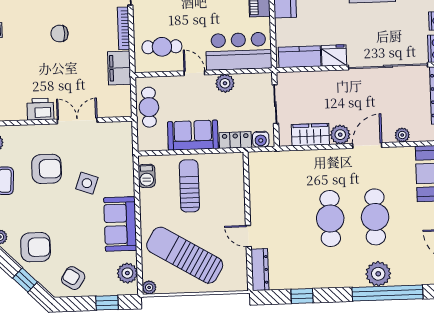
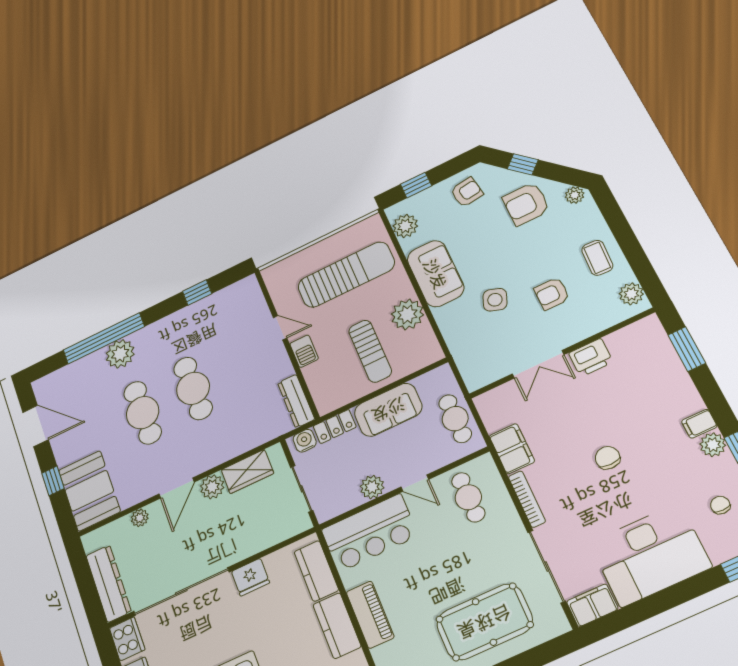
chair: (59, 33) -> (608, 458), turned -90
cafe table: (162, 47) -> (468, 497), turned 90
kitchen counter: (300, 57) -> (316, 571), moved, turned 90
armchair: (47, 169) -> (552, 294), width x0.72, depth x0.72
barbecue: (147, 176) -> (304, 351), moved, turned 180
sun lounger: (185, 255) -> (346, 275), turned -31
dresser: (260, 270) -> (296, 401), moved
armchair: (73, 278) -> (467, 192), turned -41
plant: (149, 287) -> (407, 314), moved, width x1.87, depth x1.87

